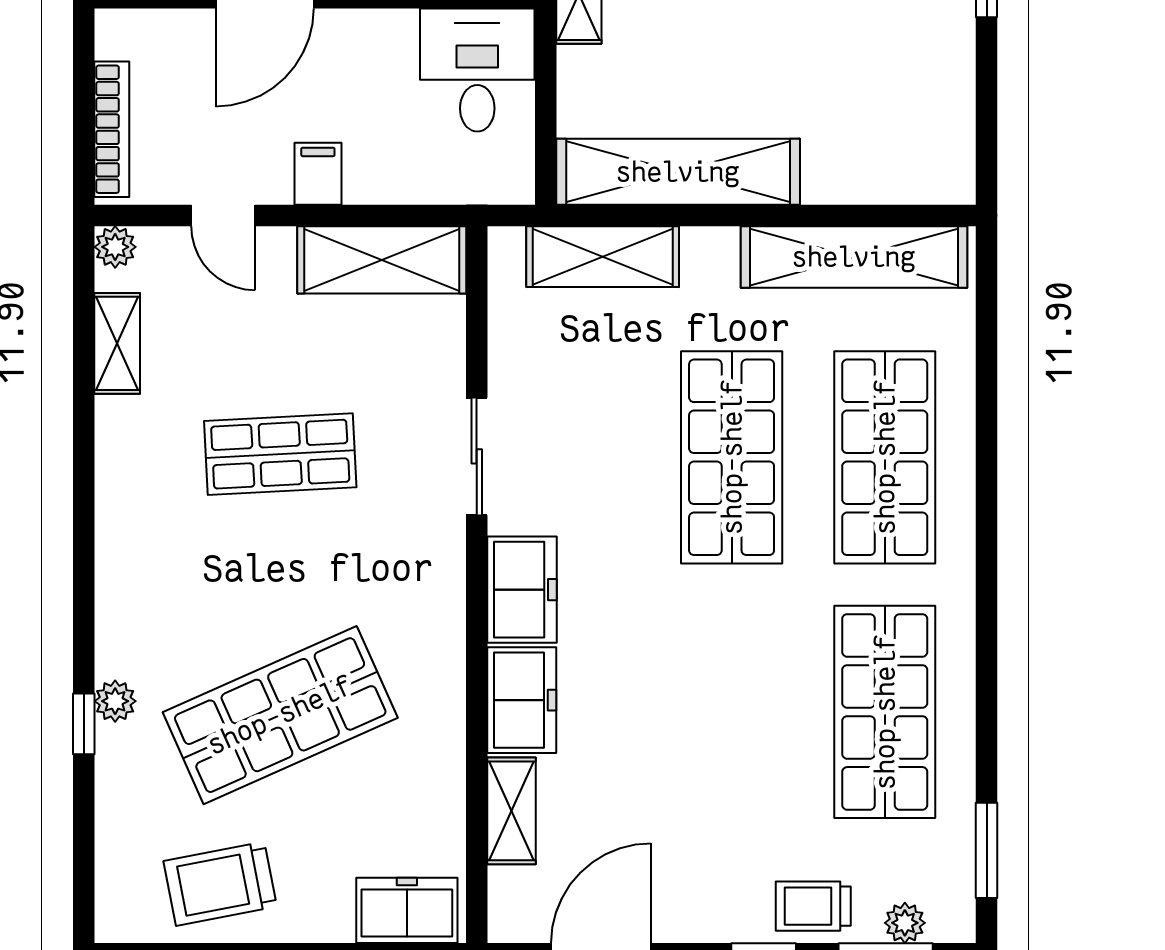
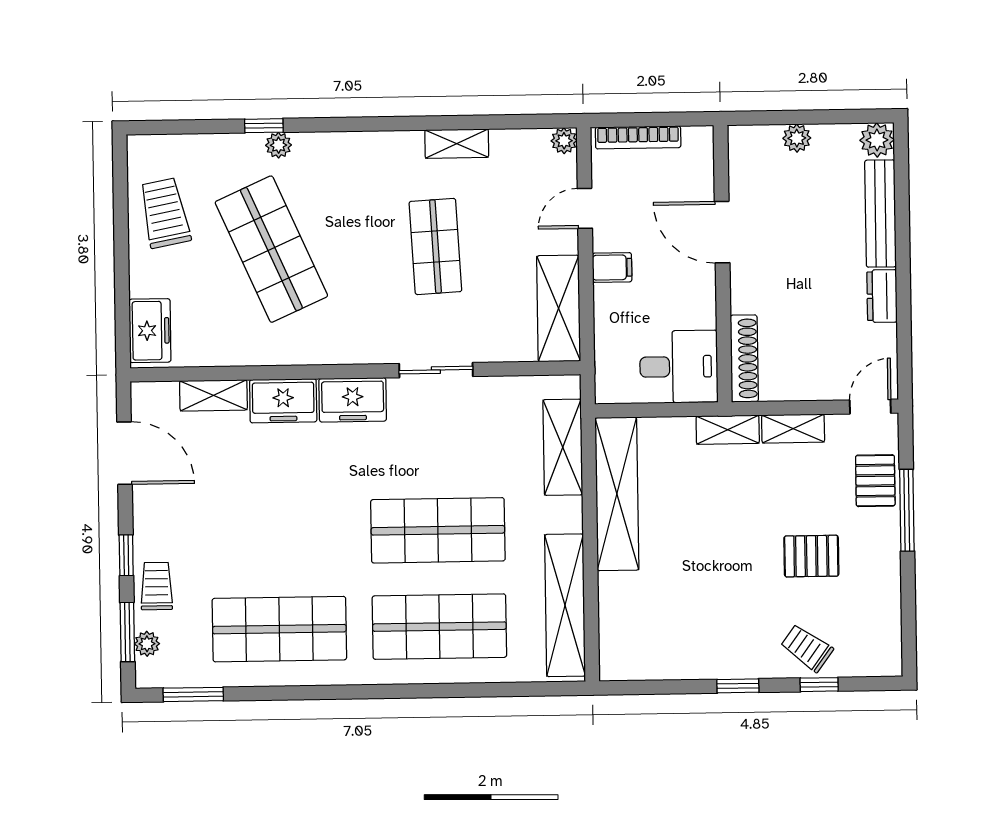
shelving: (117, 343) -> (457, 144), moved

